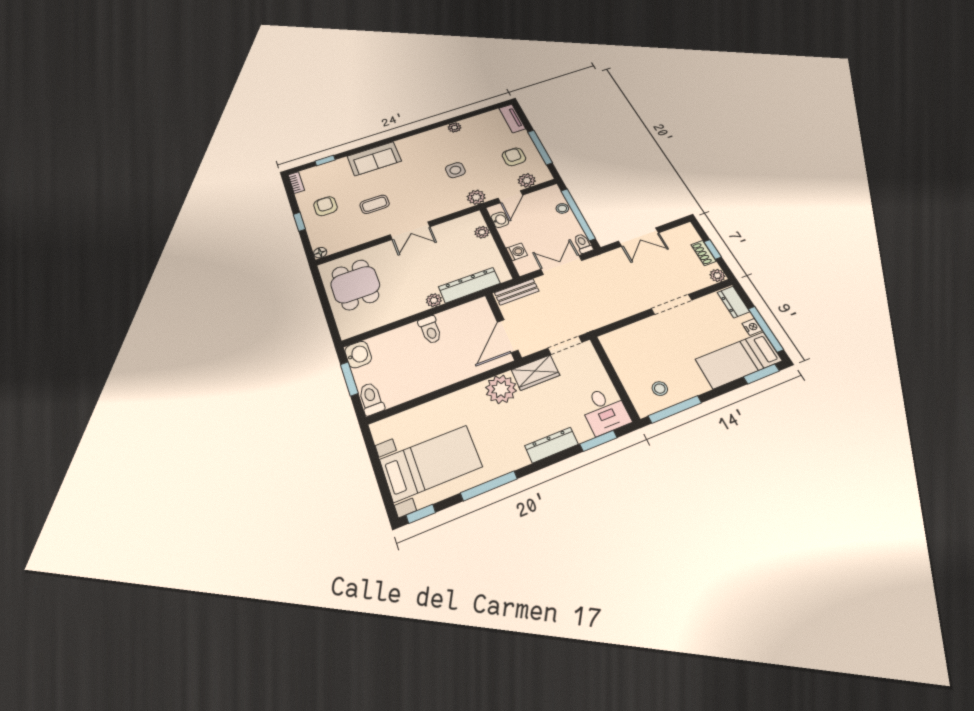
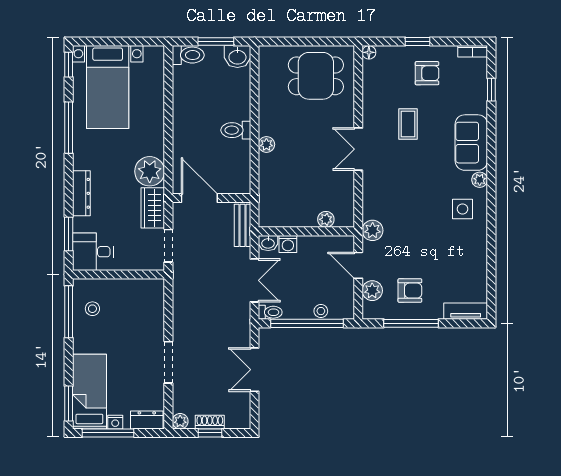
plant: (454, 127) -> (480, 180), moved
side table: (455, 170) -> (462, 209), moved
washbasin: (500, 220) -> (268, 243), moved
dresser: (469, 285) -> (269, 184), removed

